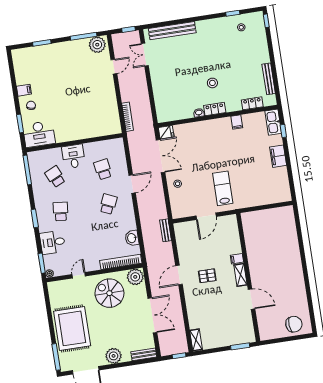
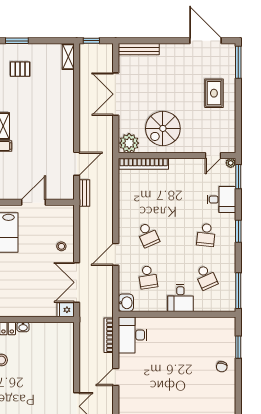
door: (114, 67) -> (116, 377), moved
filing cabinet: (24, 90) -> (227, 386), removed
desk: (39, 134) -> (133, 335), moved, turned -90
school desk: (108, 204) -> (148, 235), turned -48
washbasin: (132, 238) -> (126, 303), moved
door: (79, 275) -> (213, 155), moved
door: (179, 275) -> (77, 164), moved
pallet: (207, 276) -> (20, 69), moved
spiral stairs: (109, 293) -> (163, 128), turned 90
rug: (72, 328) -> (214, 93), width x0.54, depth x0.49
bench: (144, 354) -> (139, 49), width x1.36
plant: (114, 356) -> (170, 53), removed

